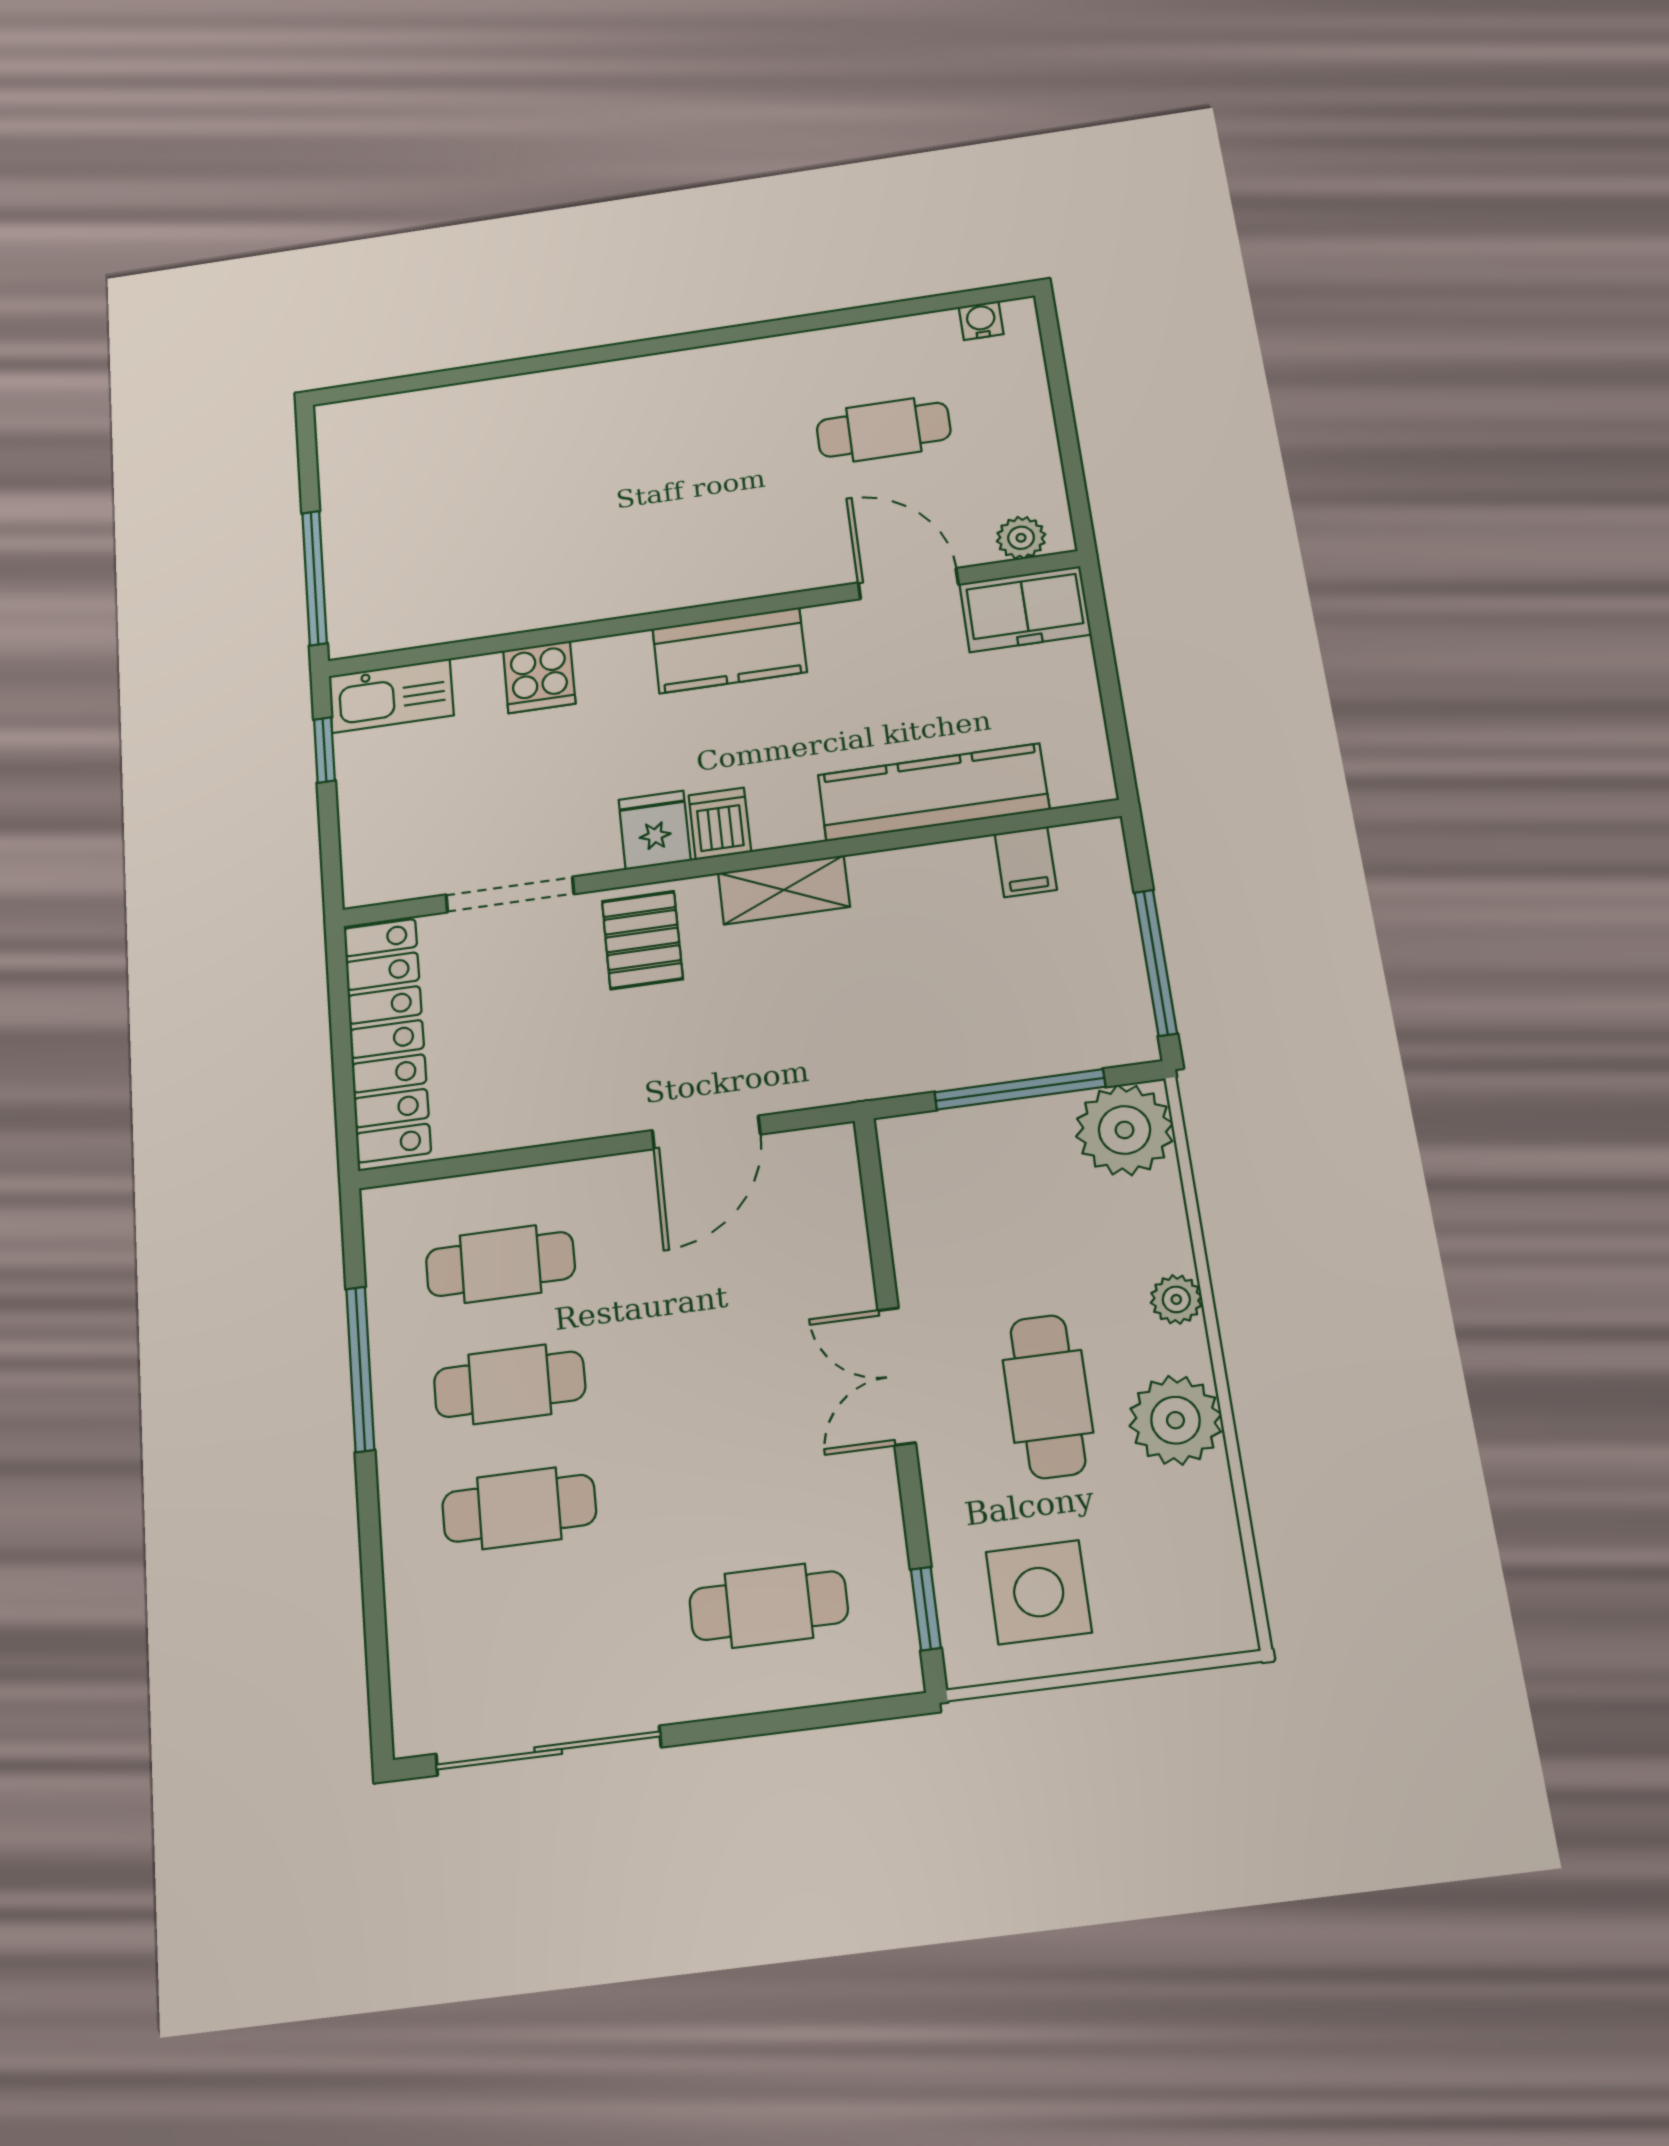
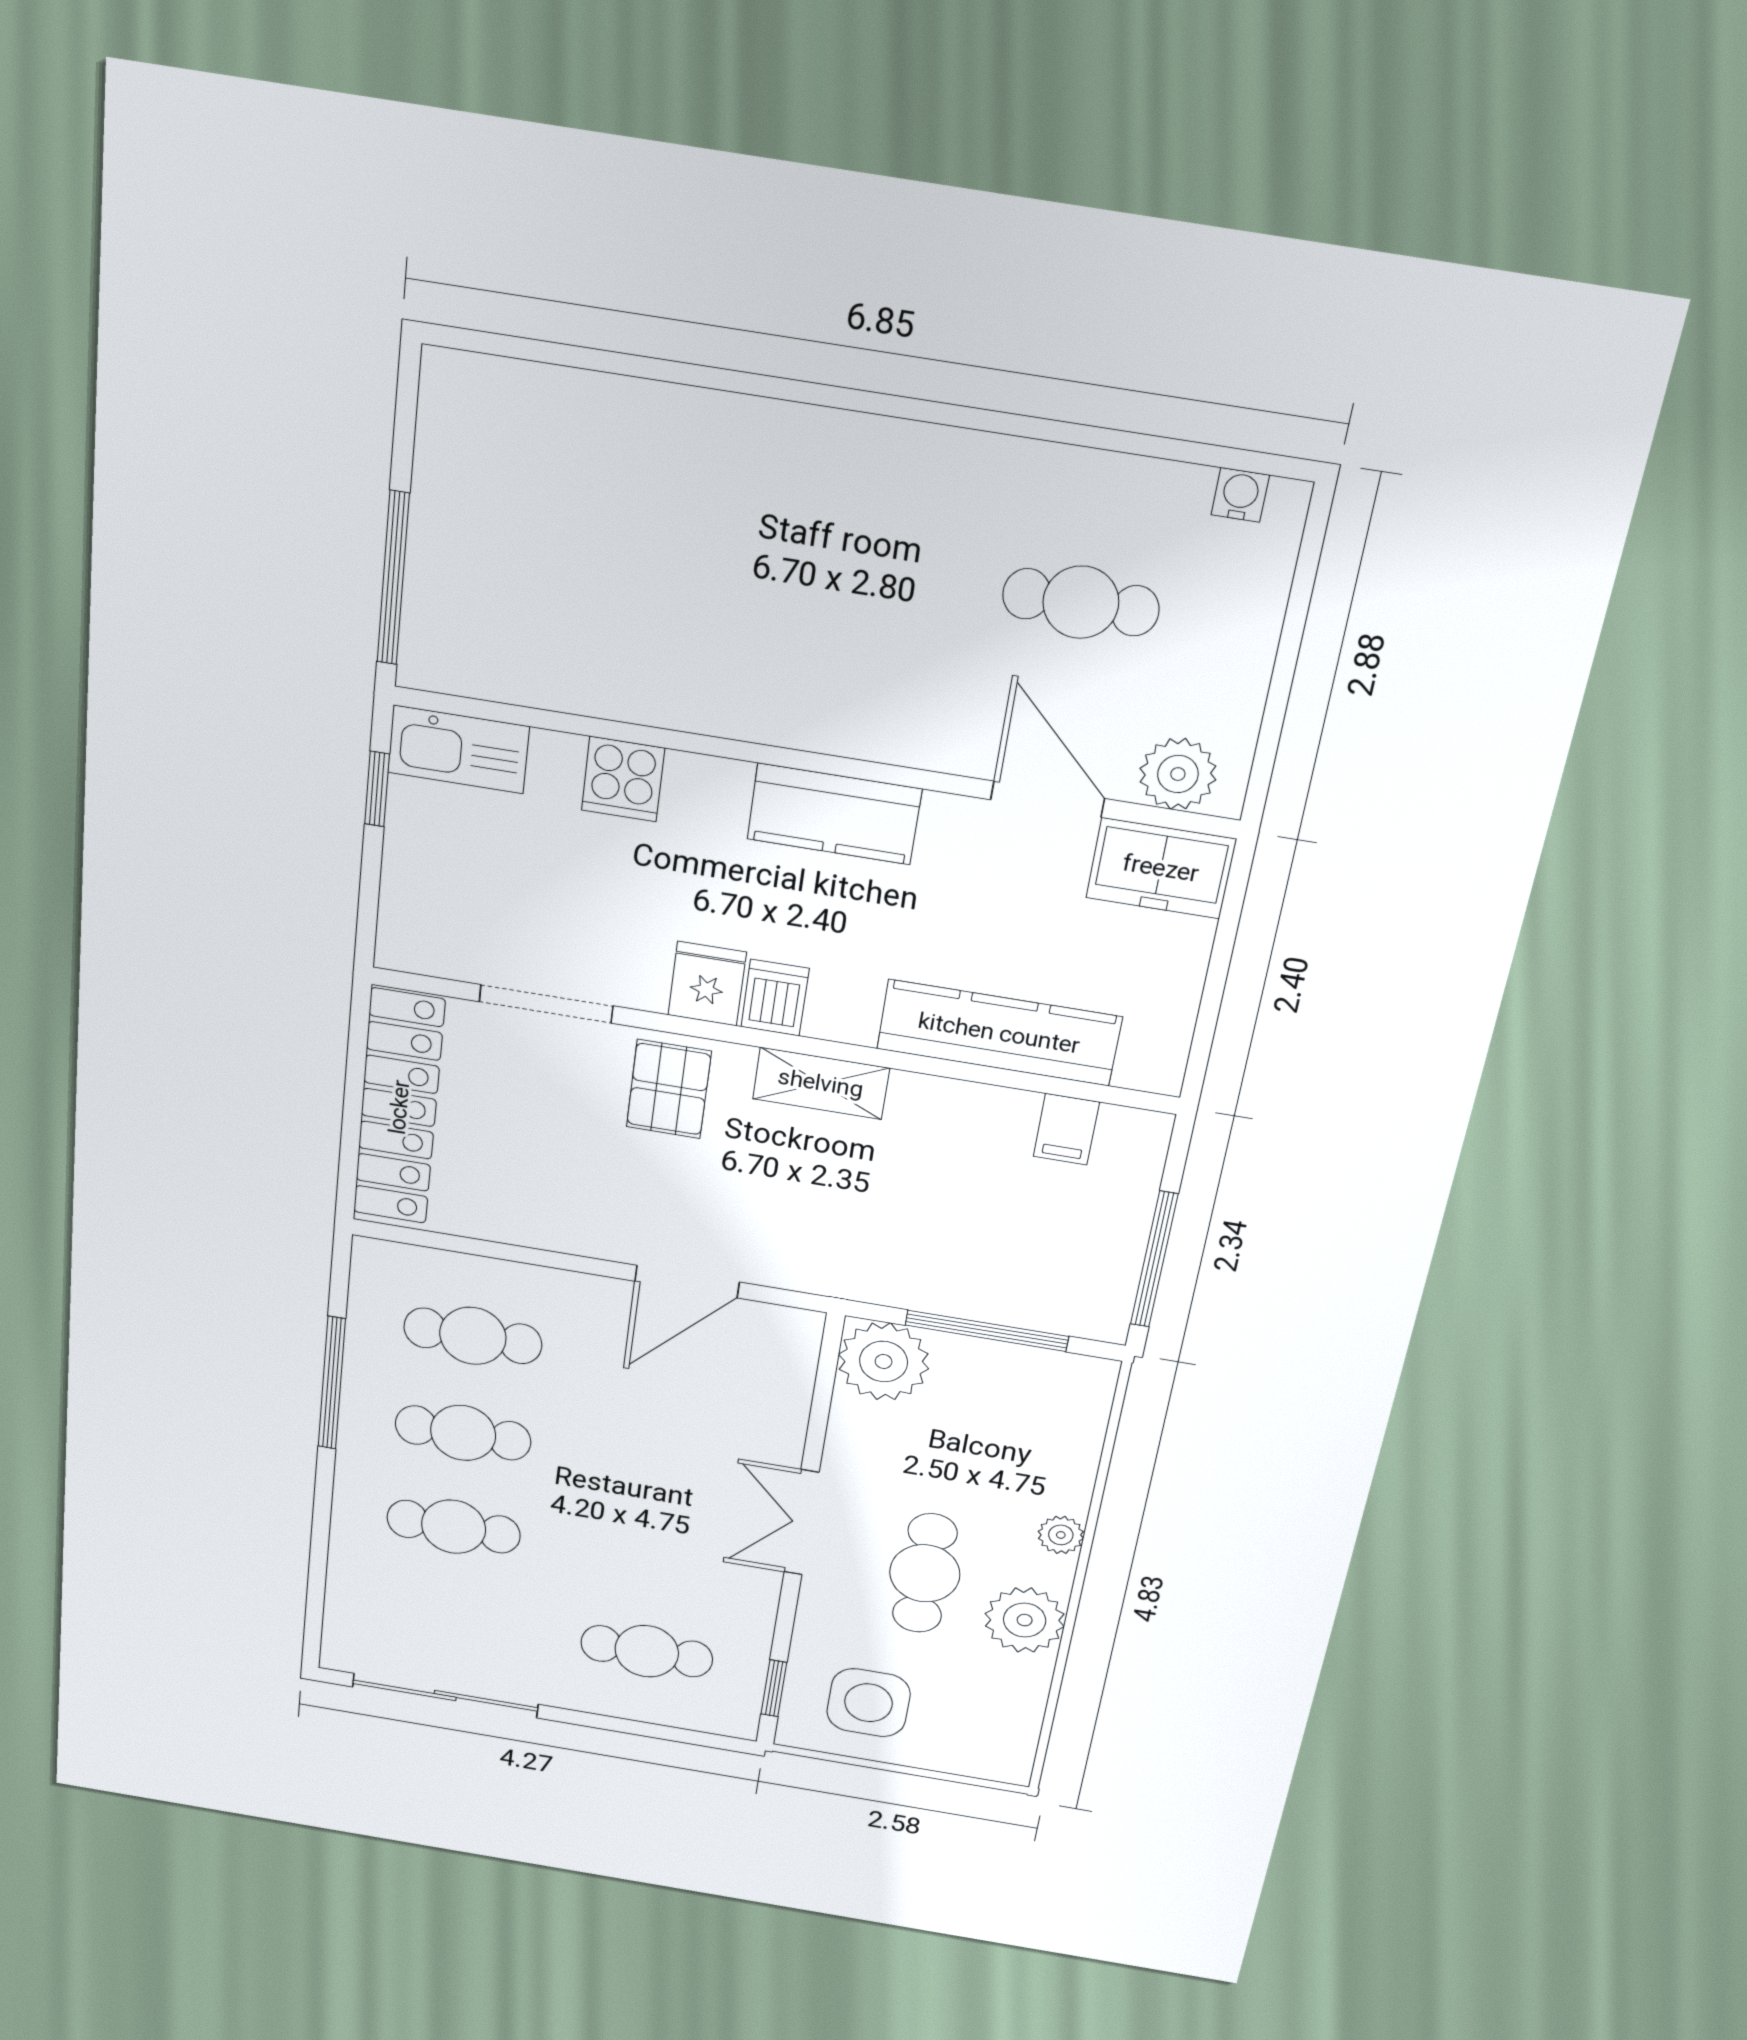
plant: (1021, 538) -> (1178, 774), width x1.38, depth x1.38
plant: (1124, 1130) -> (884, 1362), moved

